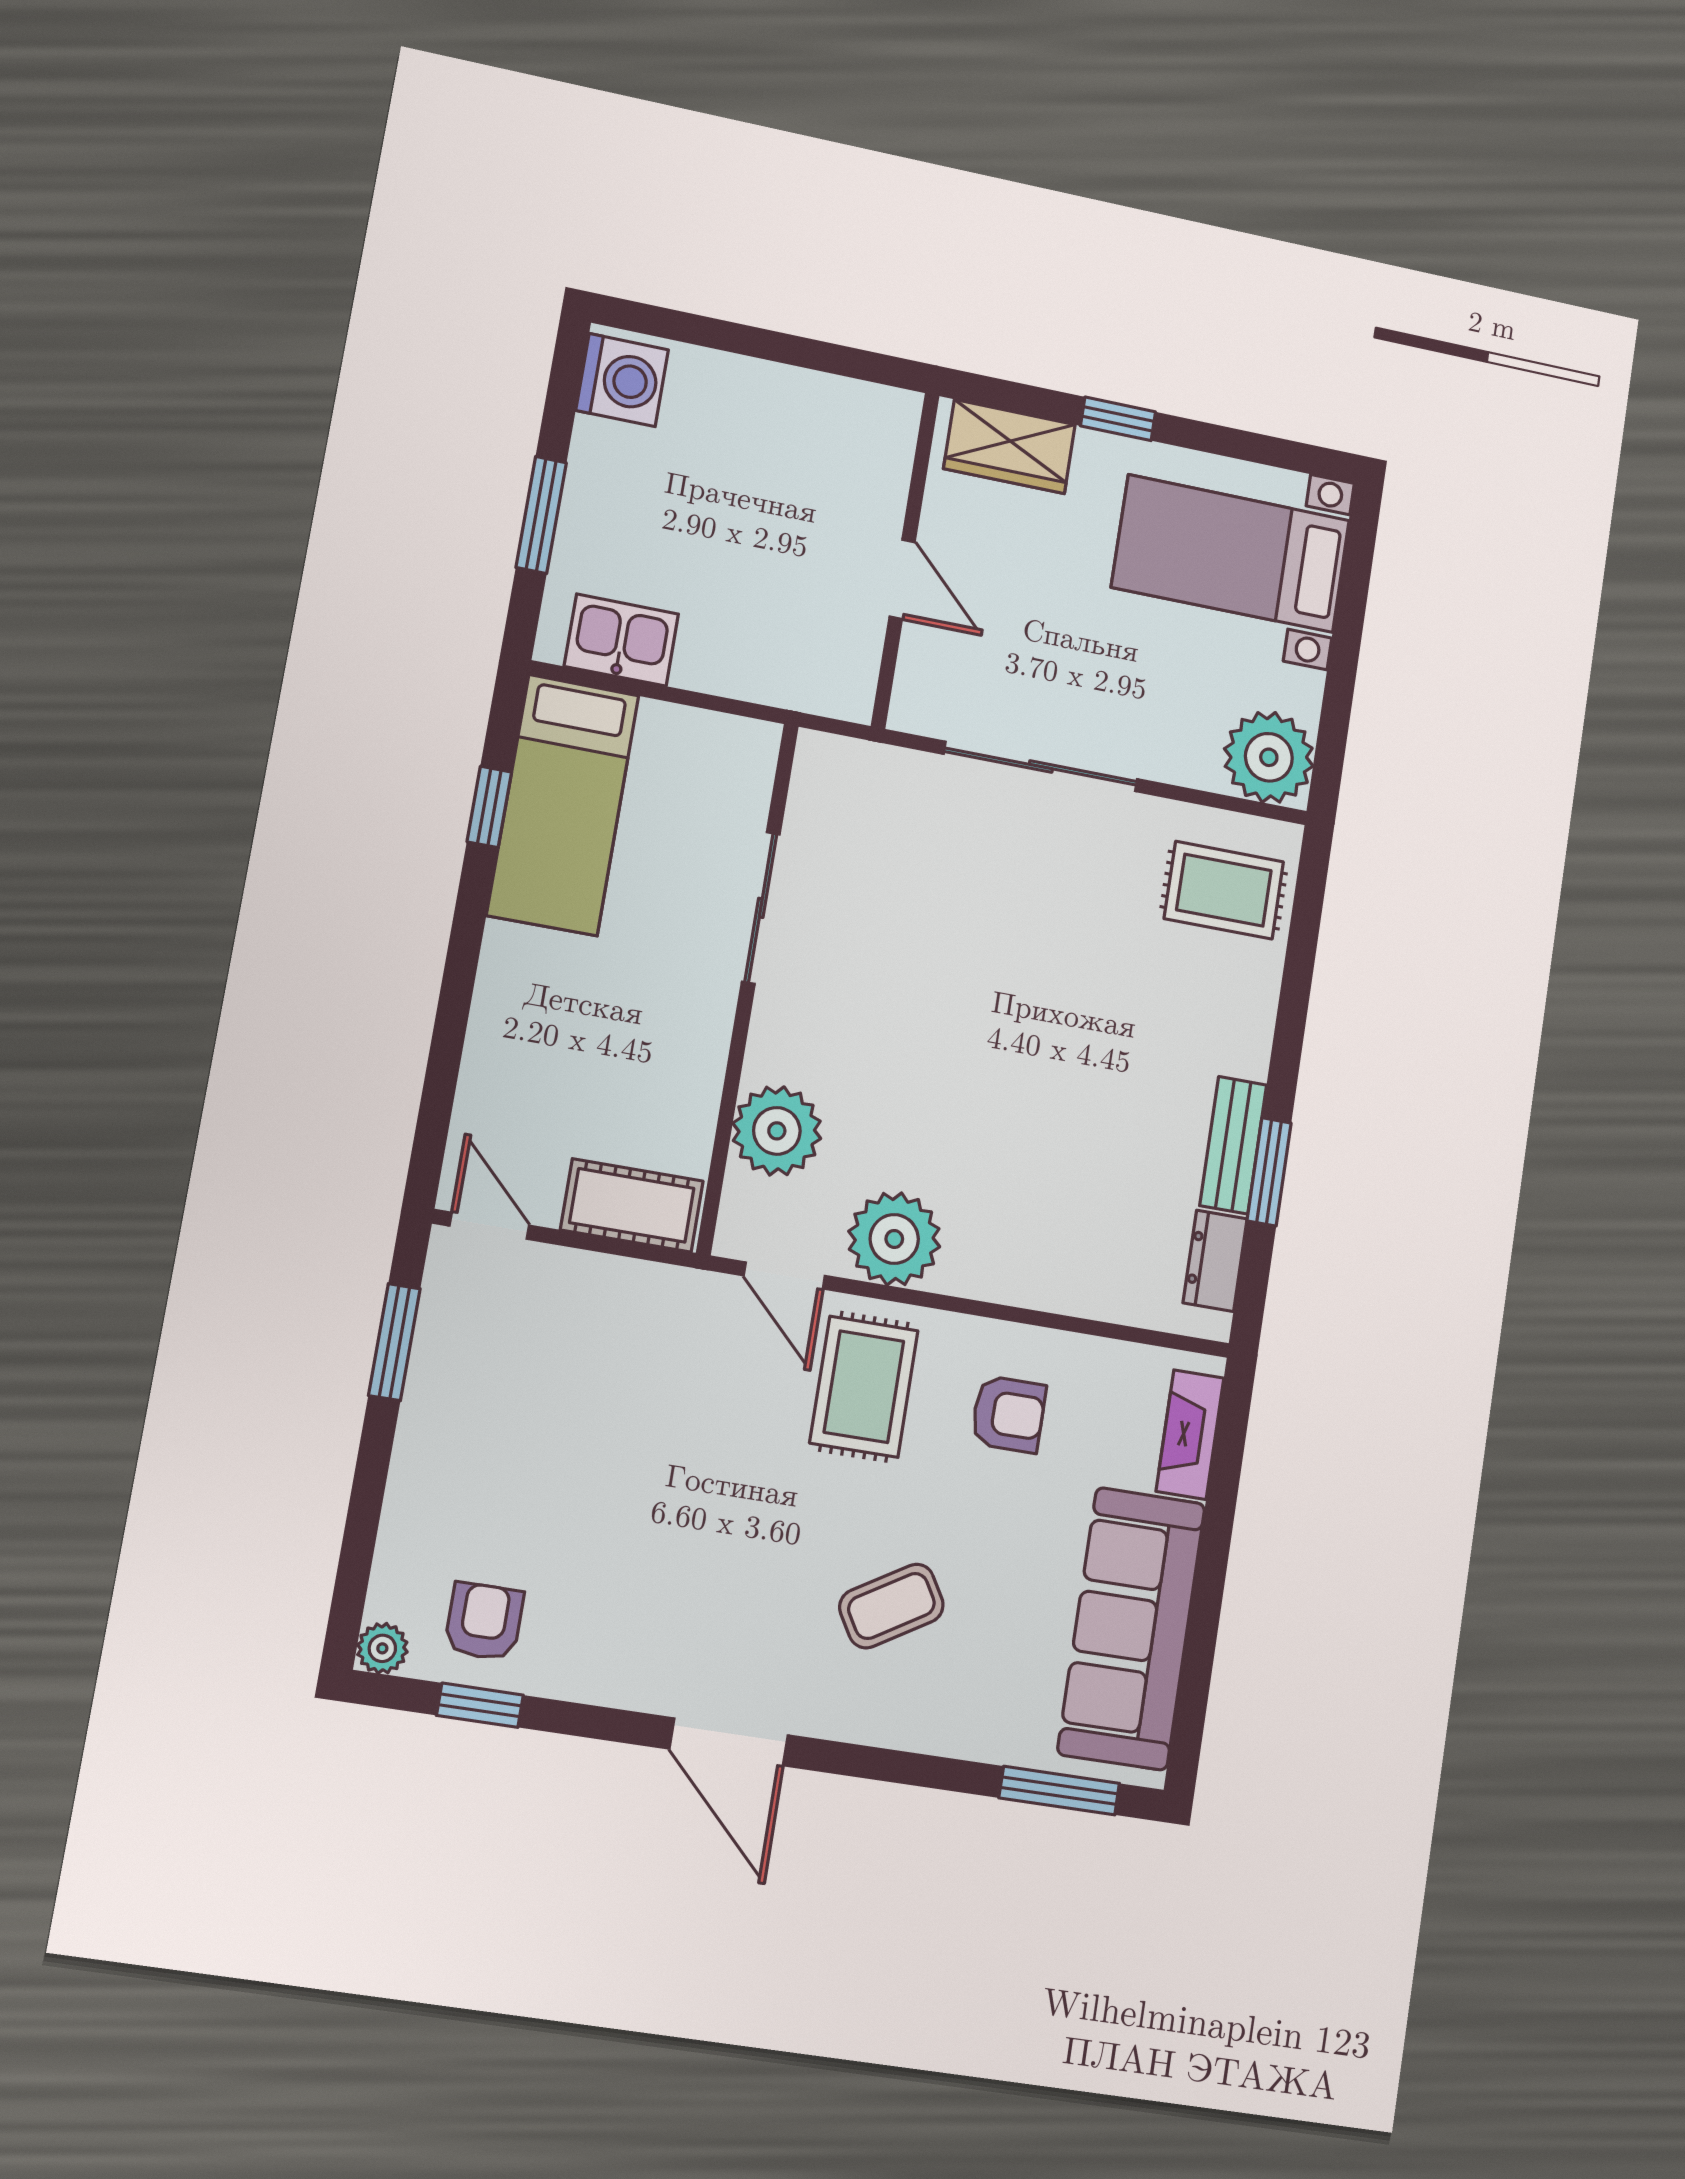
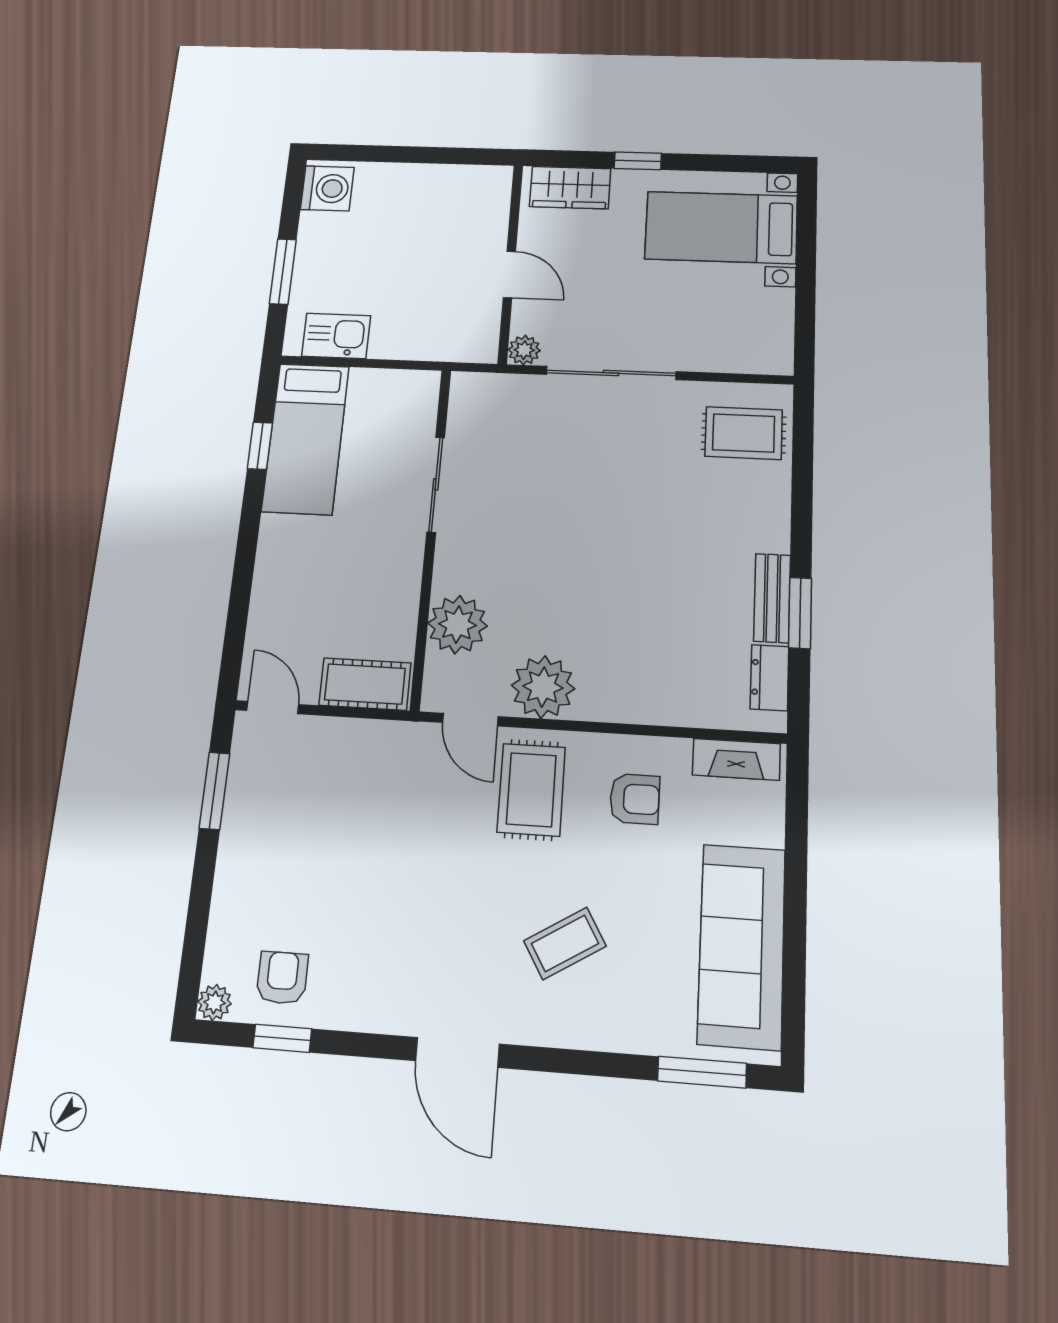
plant: (1269, 757) -> (524, 350), moved, width x0.53, depth x0.53
fireplace: (1190, 1435) -> (736, 759), moved, turned -90

